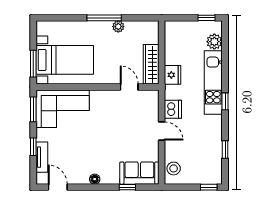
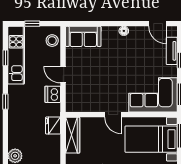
kitchen unit: (213, 82) -> (16, 55), moved
door: (129, 87) -> (113, 115), moved
window: (127, 187) -> (94, 24), removed
window: (209, 187) -> (32, 24), moved

